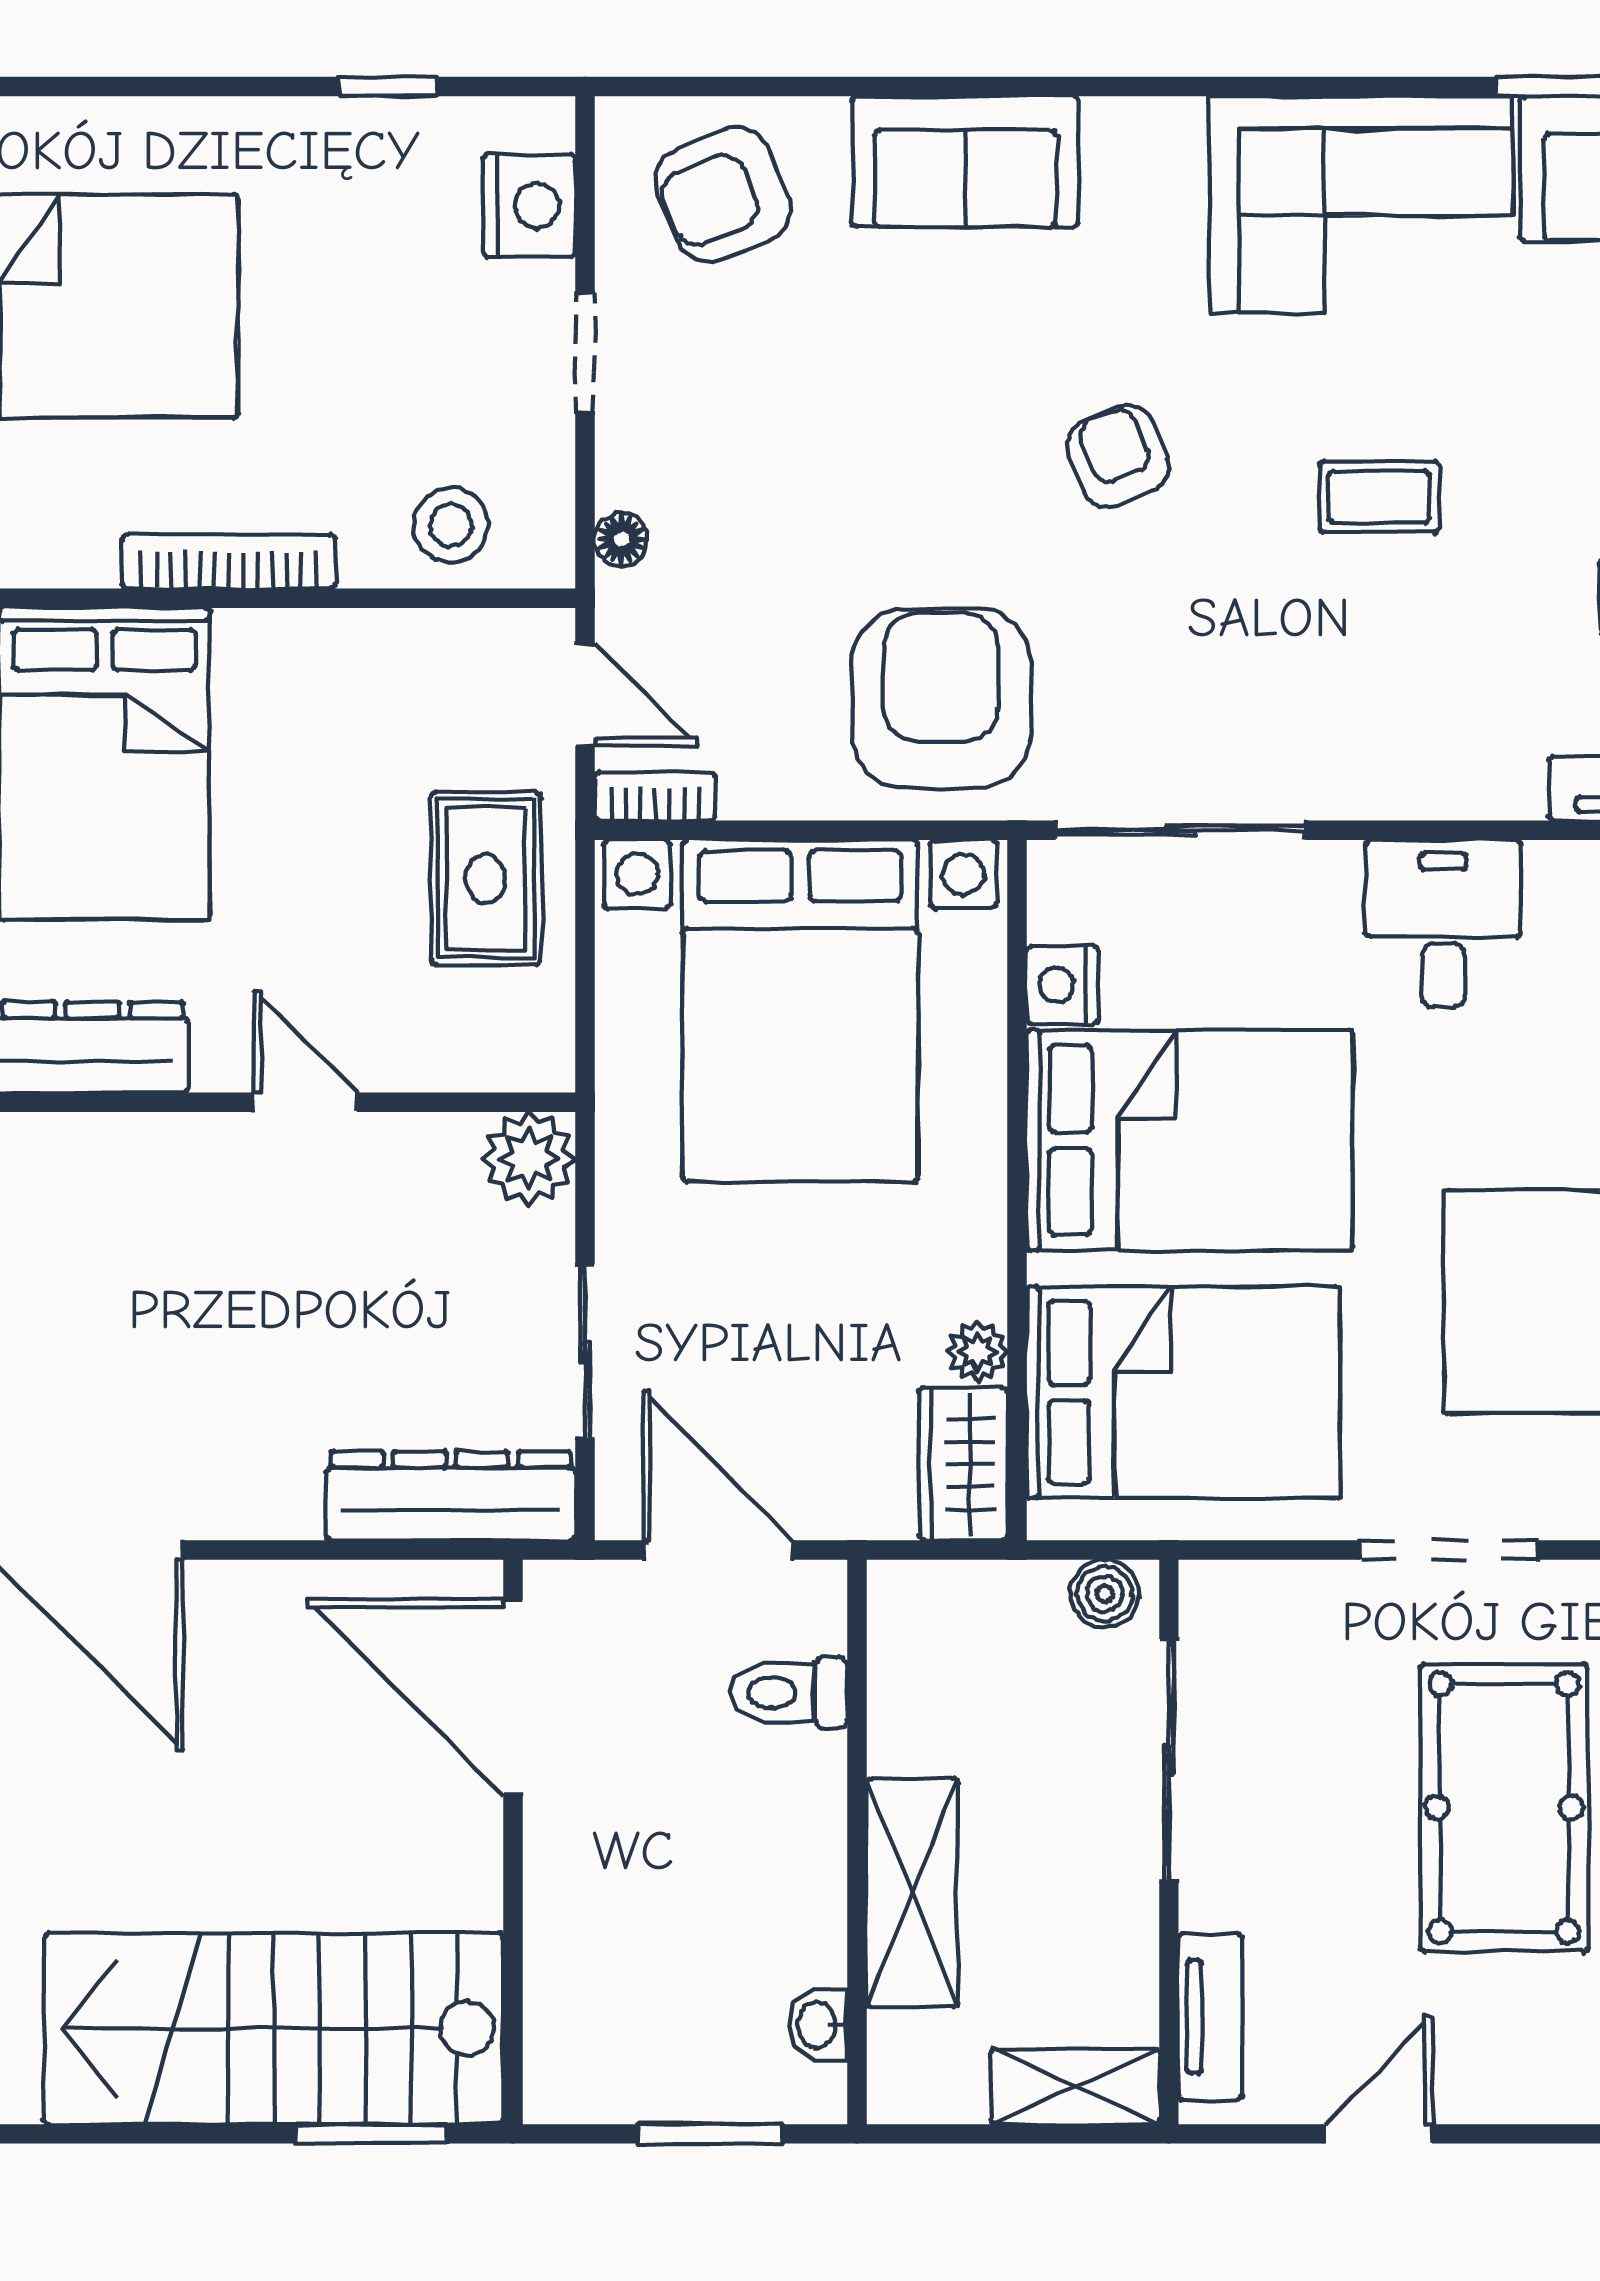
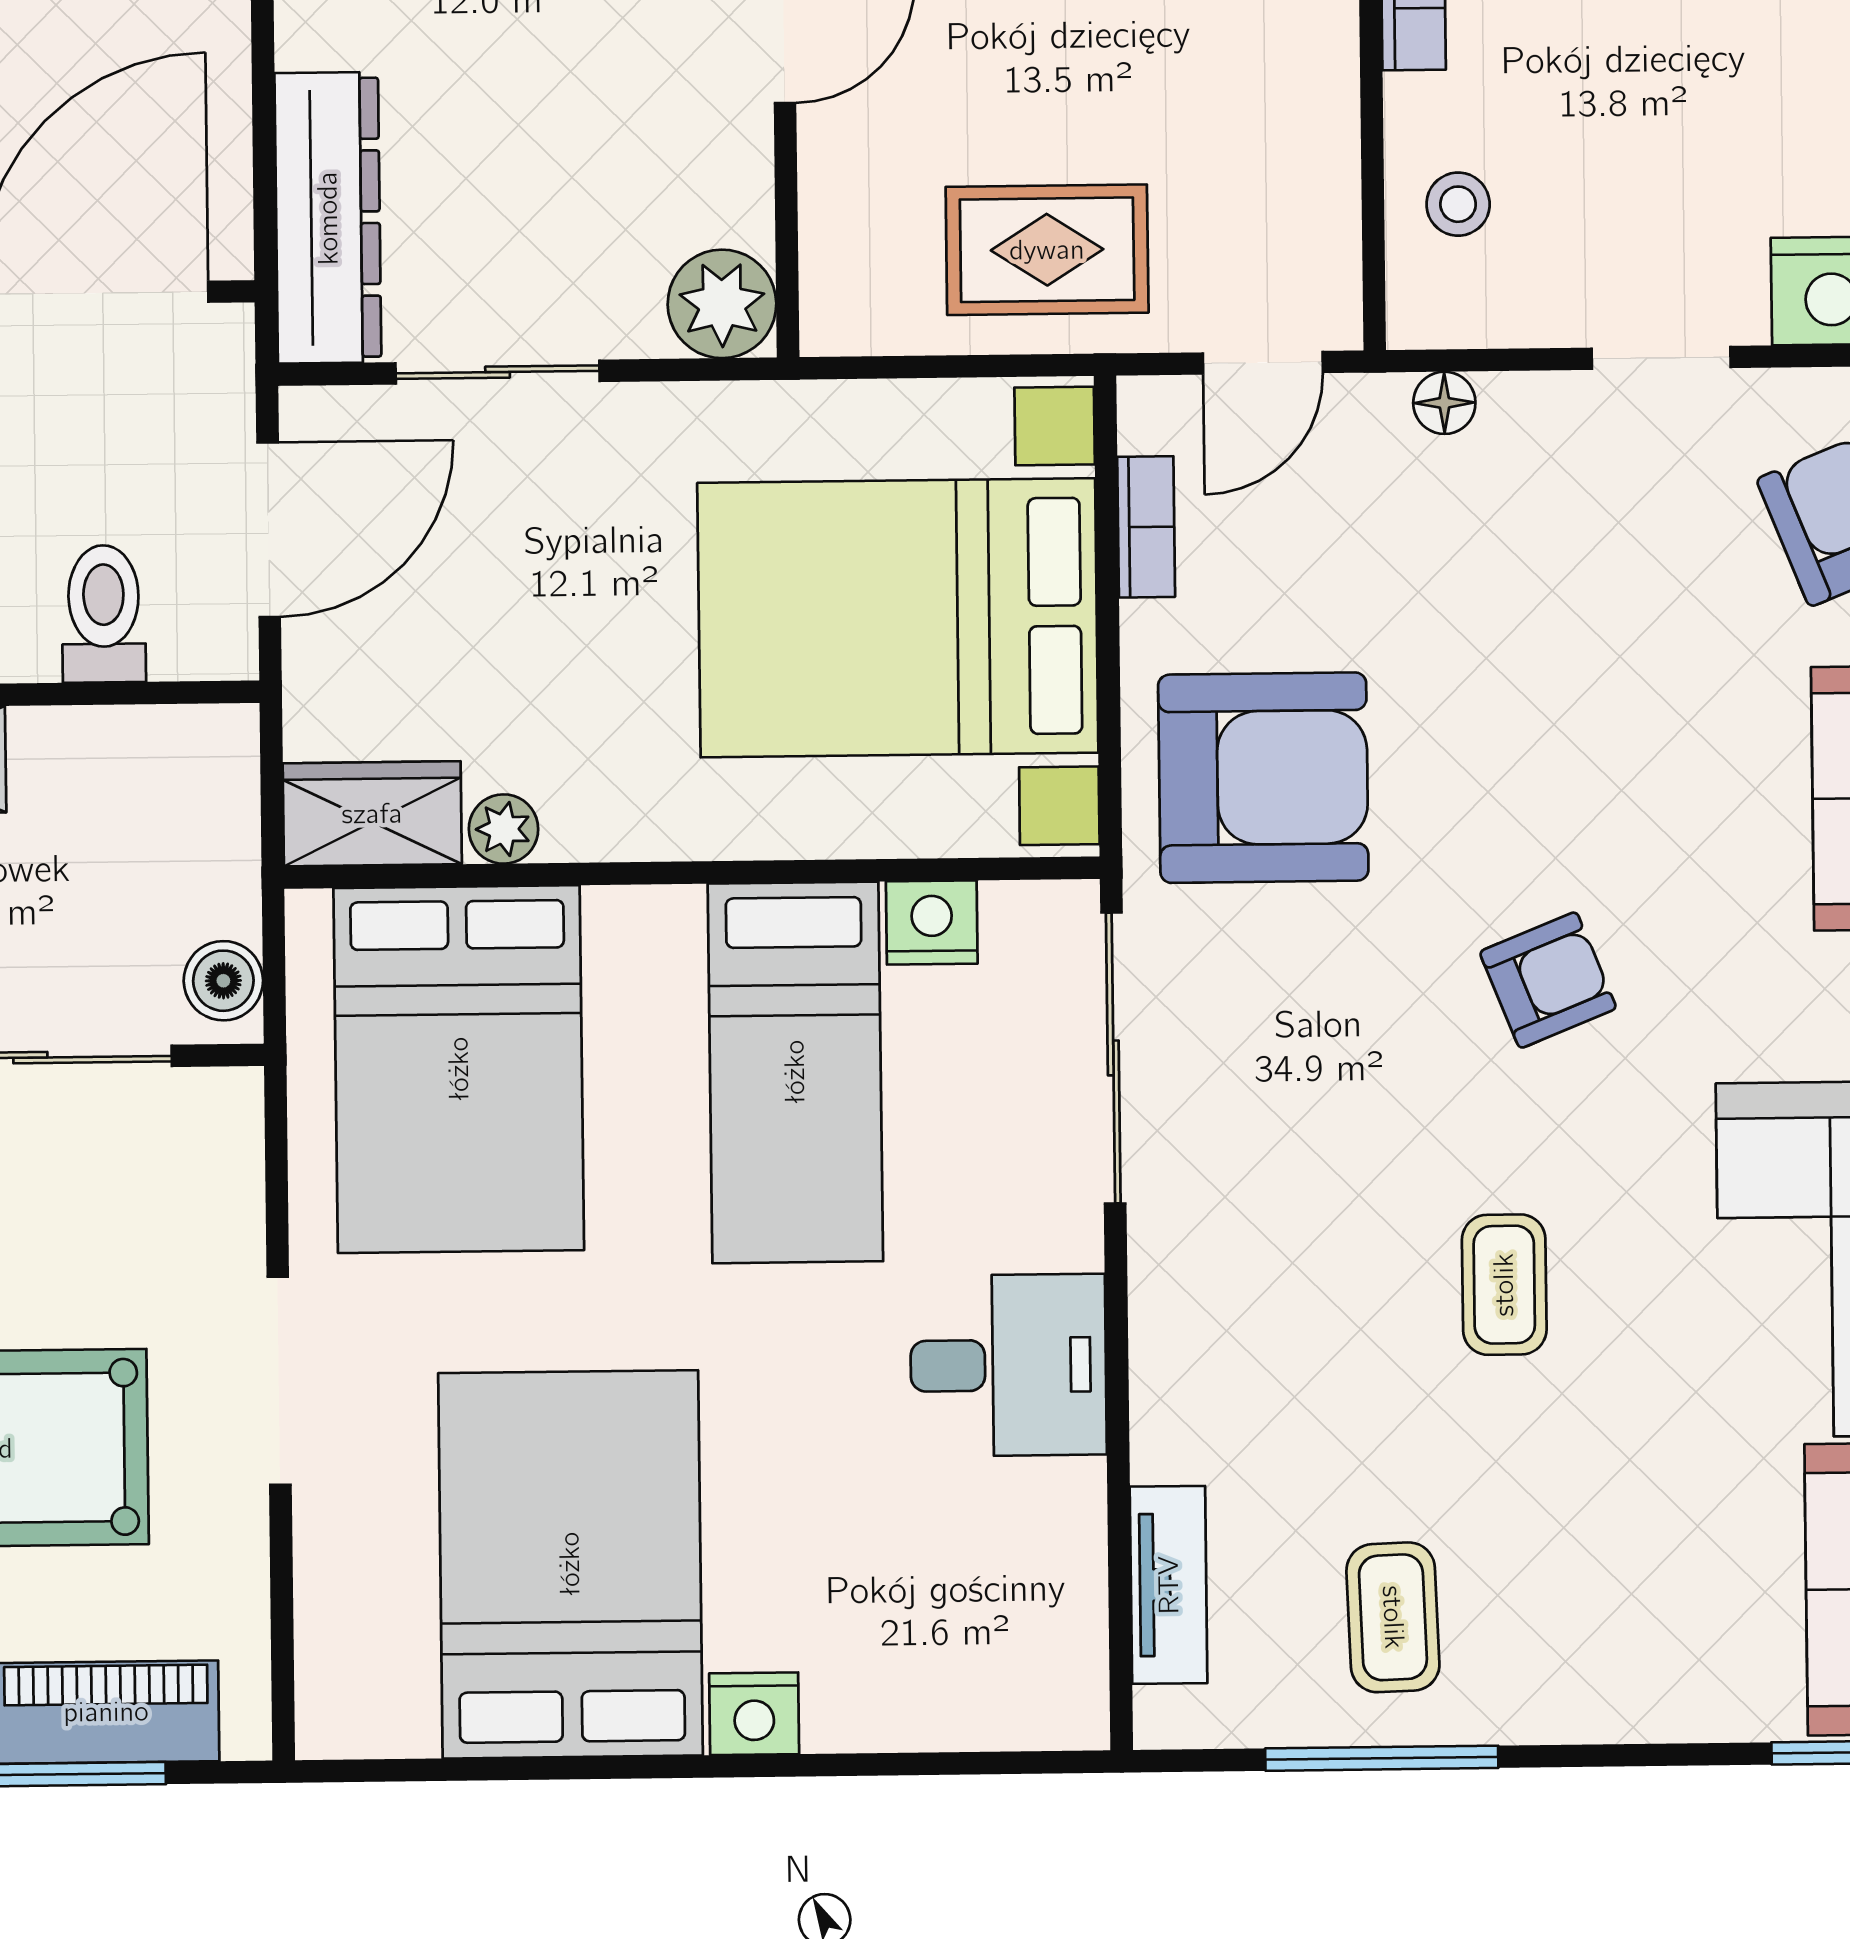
stool: (451, 525) -> (1458, 204), width x0.73, depth x0.73
bookcase: (655, 797) -> (1146, 527), moved
bed: (1190, 1140) -> (795, 1072), width x0.67

